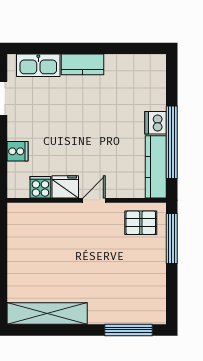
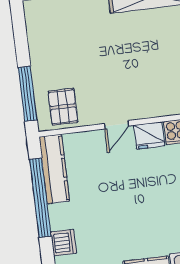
dishwasher: (156, 123) -> (64, 243), moved
pallet: (141, 223) -> (63, 107), turned 90

